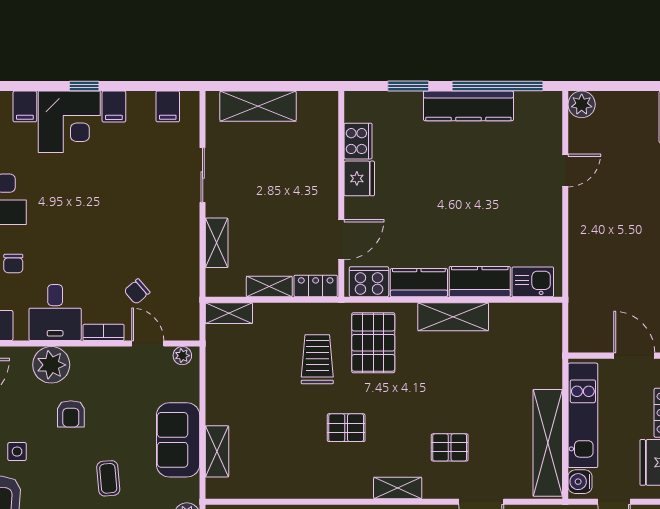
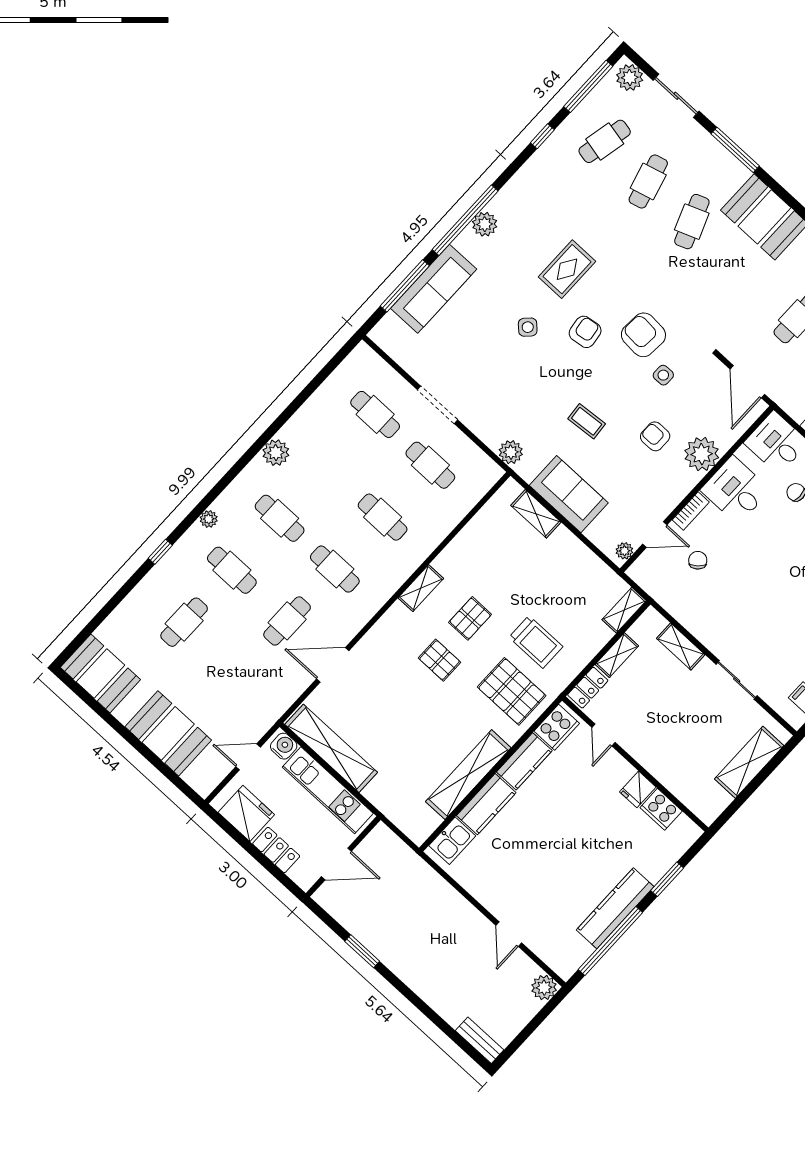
fridge: (359, 178) -> (638, 789), width x0.72
door: (341, 240) -> (603, 735), width x0.73
shelving: (453, 317) -> (468, 775), width x1.47
pallet: (450, 447) -> (440, 660), moved, turned 90
shelving: (398, 488) -> (421, 588), moved

